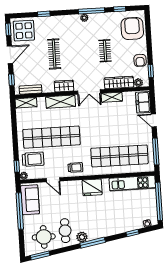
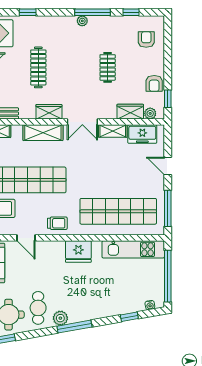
armchair: (132, 28) -> (146, 40), width x0.53, depth x0.53
wardrobe: (119, 83) -> (130, 112), width x0.67
freezer: (143, 102) -> (142, 134), moved, turned -90

